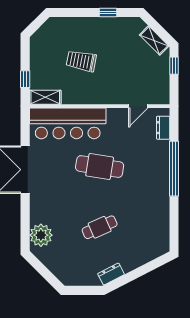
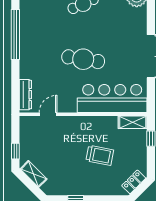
locker: (44, 32) -> (134, 182), added
dresser: (163, 128) -> (25, 95), width x1.44
window: (174, 169) -> (15, 35), moved

